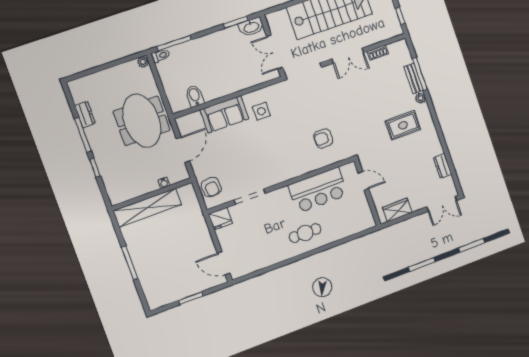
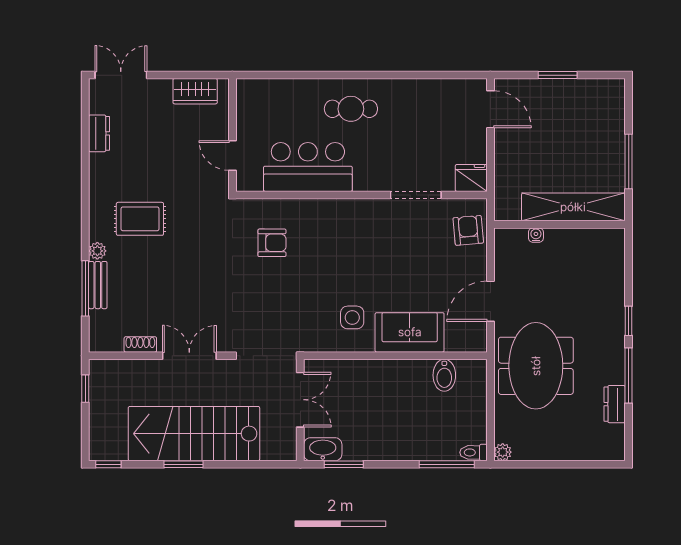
water cooler: (164, 183) -> (536, 235), moved
wall: (152, 194) -> (559, 224), moved
shelving: (147, 208) -> (573, 207), moved

